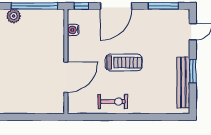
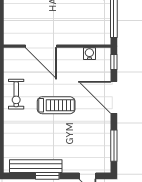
treadmill: (124, 62) -> (56, 105), turned -90

